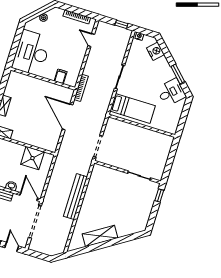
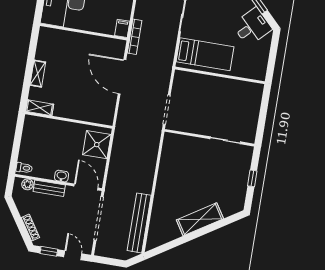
filing cabinet: (61, 76) -> (122, 28), moved
shower: (32, 158) -> (97, 145), moved
window: (159, 195) -> (252, 178), moved
bench: (75, 197) -> (139, 223), moved
shelving: (100, 236) -> (200, 219), moved

